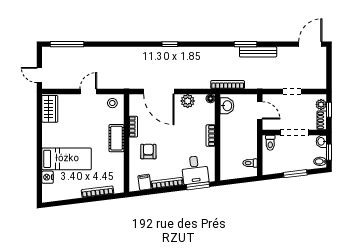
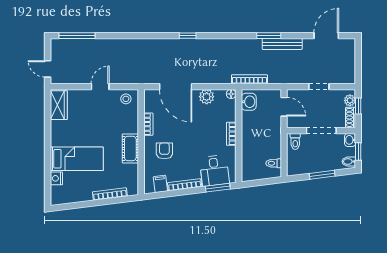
door: (310, 44) -> (326, 36), moved
cot: (116, 138) -> (130, 148), moved

